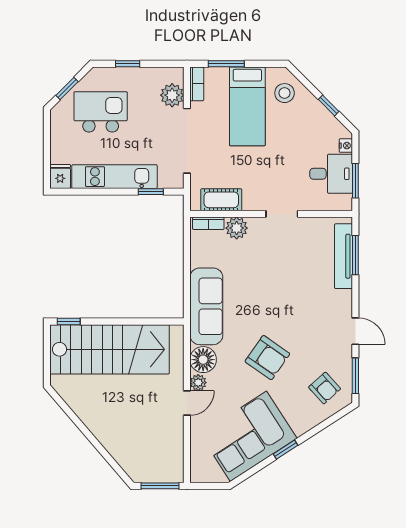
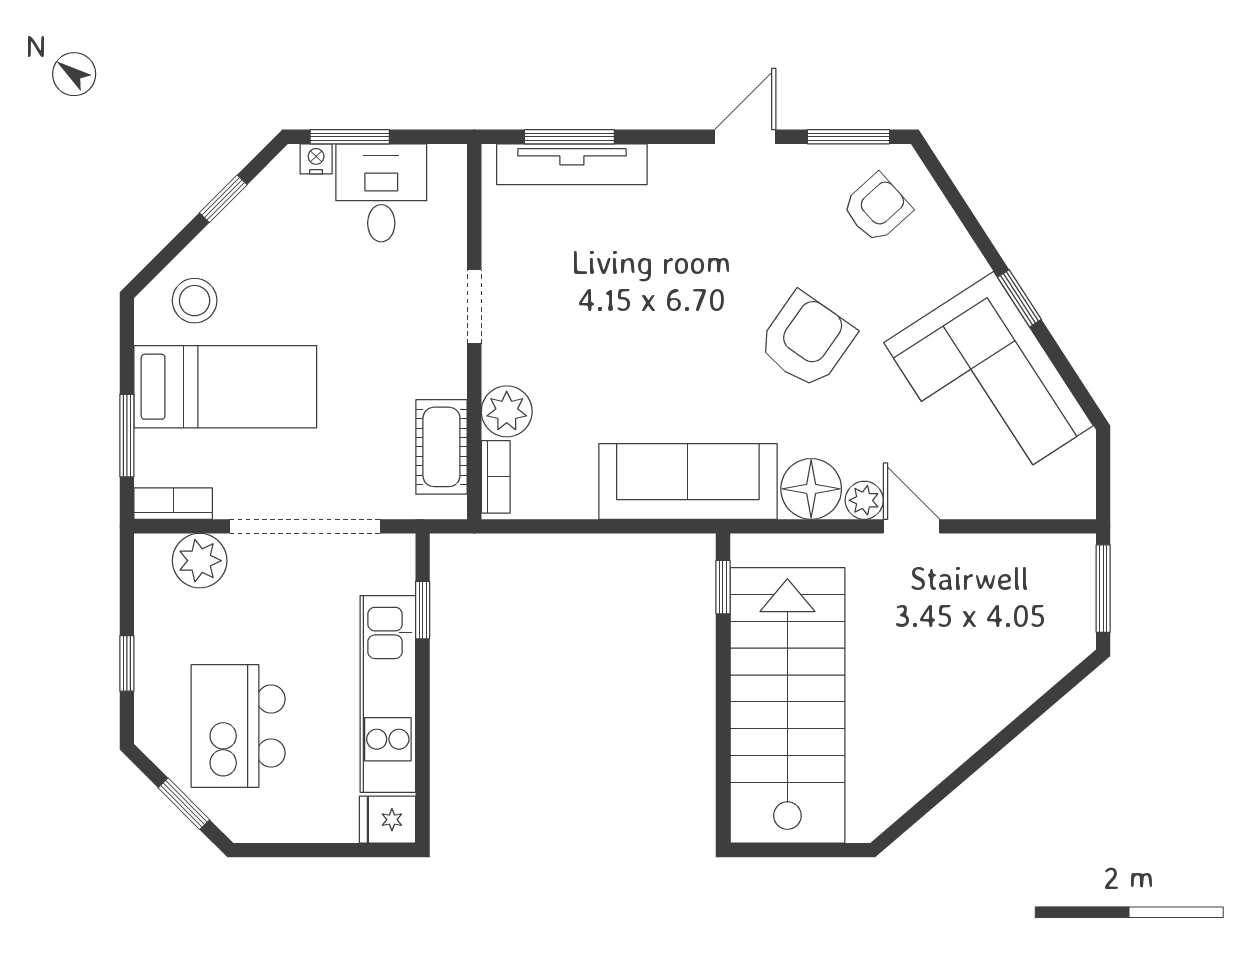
window: (355, 181) -> (350, 137), moved
window: (69, 321) -> (723, 587), moved

